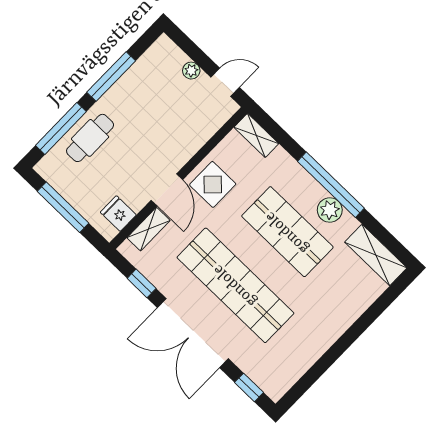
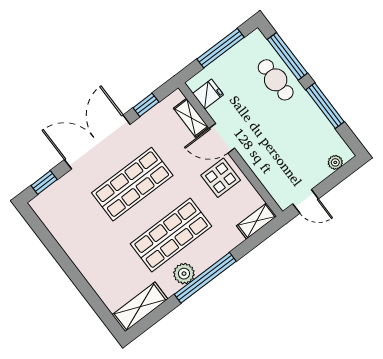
plant: (191, 71) -> (335, 162), moved
door: (225, 82) -> (306, 201), hinge flipped
shop shelf: (235, 285) -> (132, 184), width x0.71

